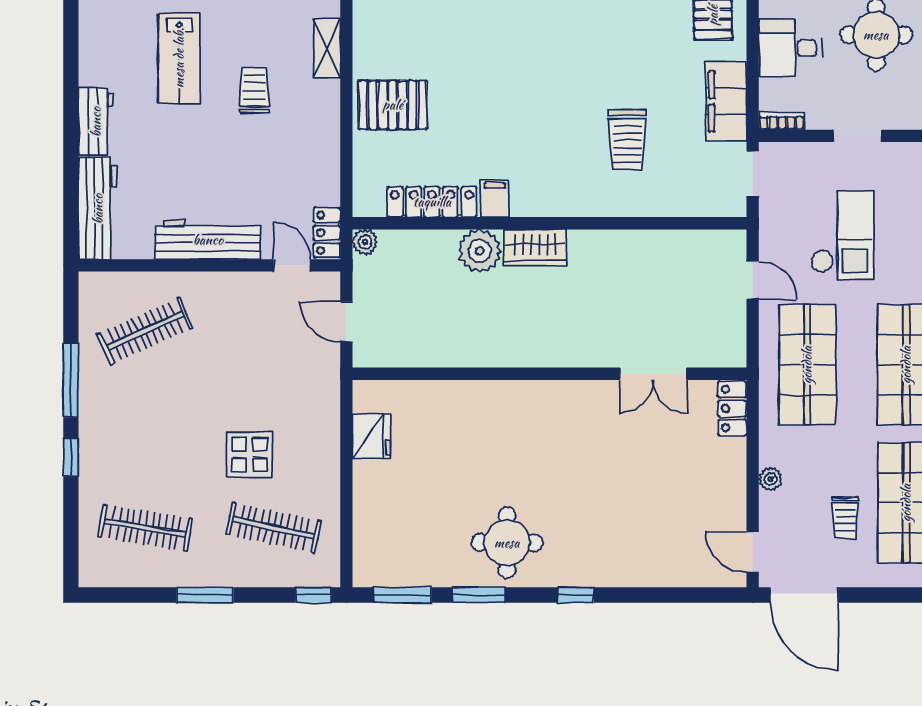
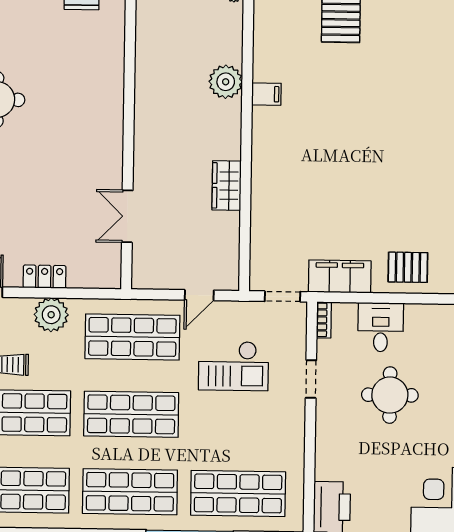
trolley: (627, 140) -> (311, 199), removed
locker: (432, 202) -> (265, 45), removed
wardrobe: (535, 248) -> (227, 186), moved
locker: (732, 409) -> (45, 277), moved
plant: (770, 479) -> (51, 315), width x1.88, depth x1.88

